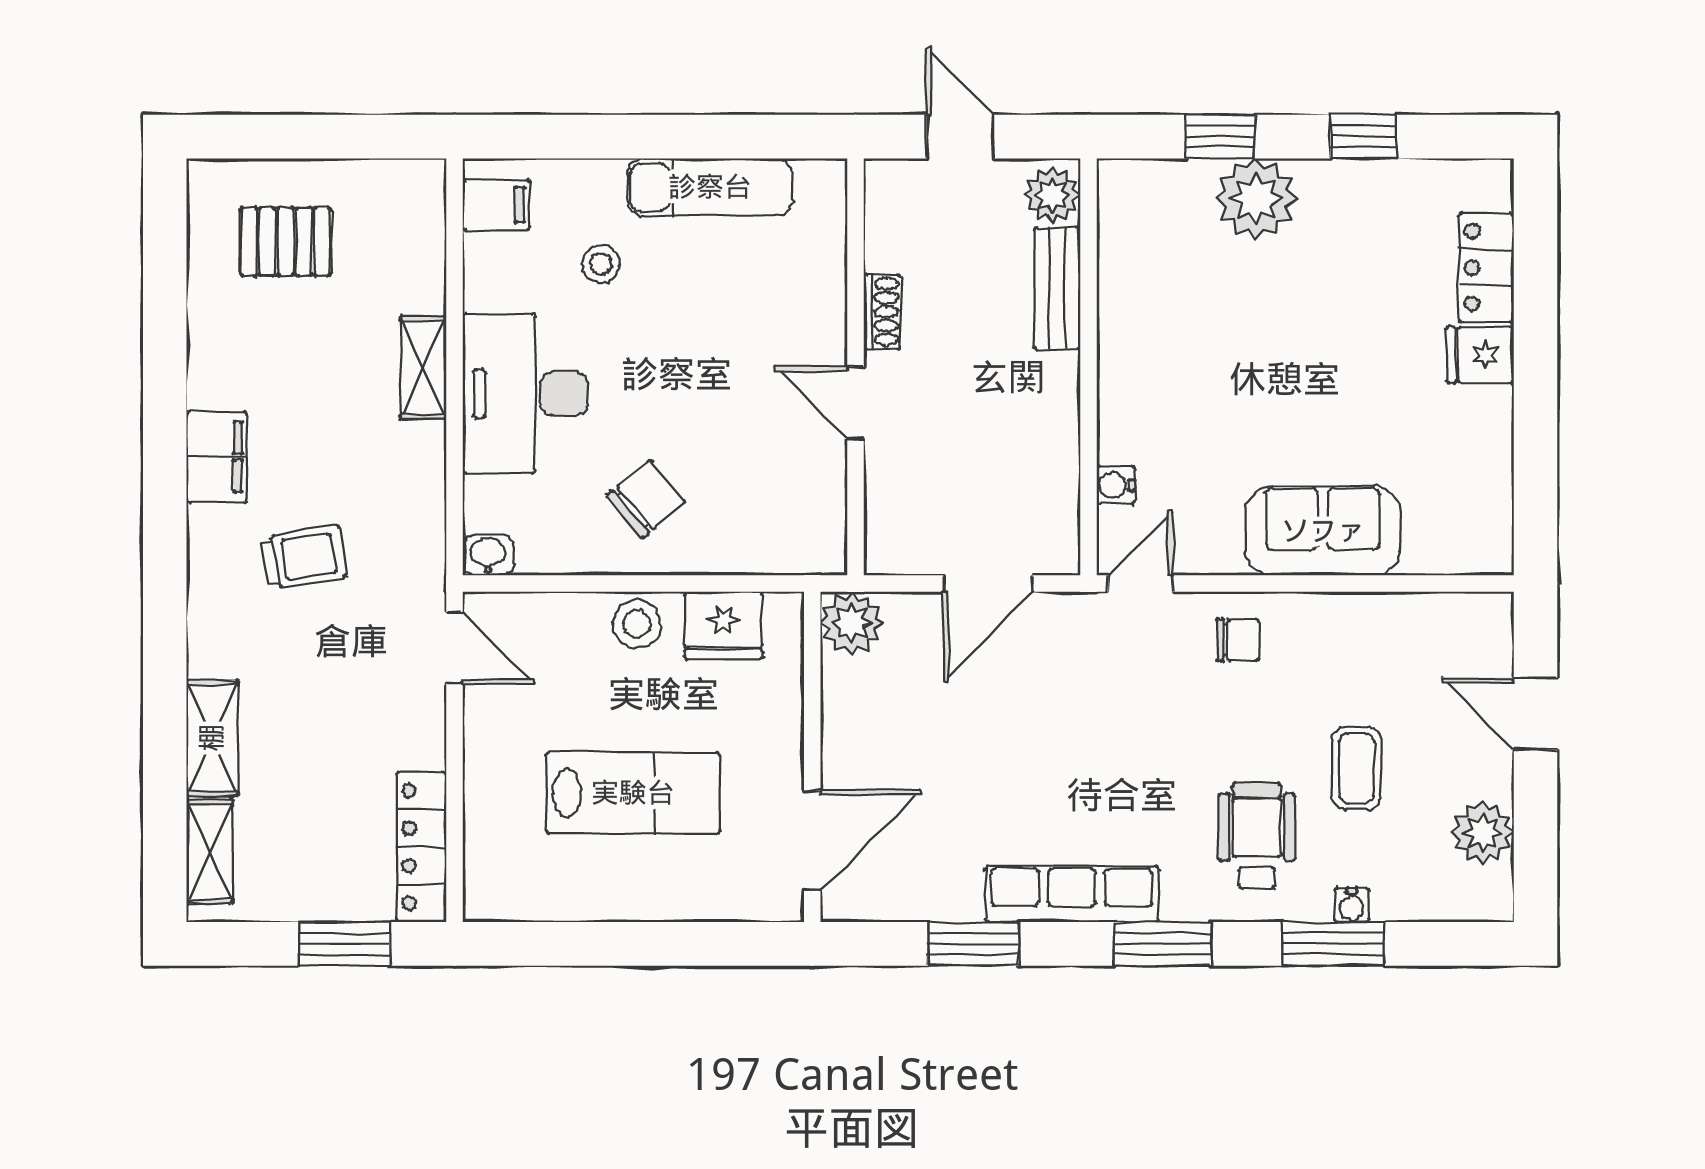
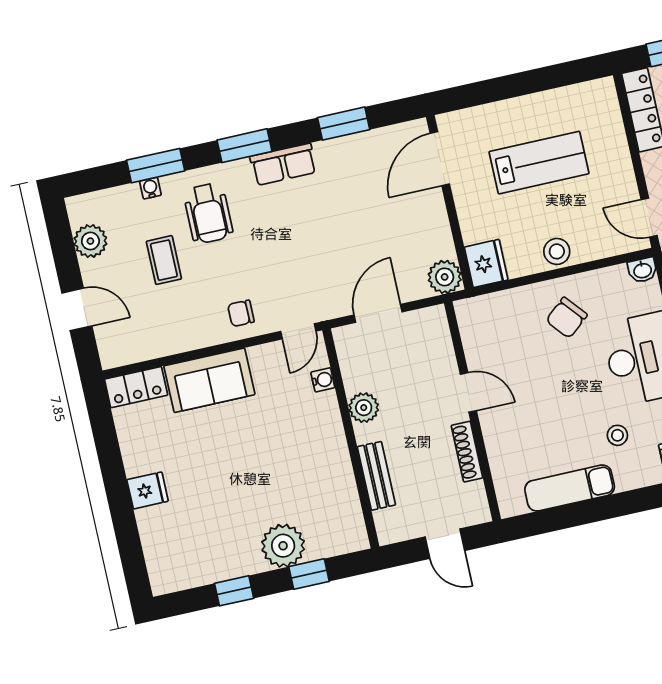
plant: (1052, 195) -> (364, 408), moved
locker: (1486, 268) -> (136, 387), moved, turned 90
shoe rack: (882, 312) -> (467, 452), width x1.43
fridge: (724, 625) -> (486, 263), moved, turned 90
lab bench: (633, 793) -> (539, 163), turned 180
row of seats: (1072, 894) -> (283, 164), width x0.68

